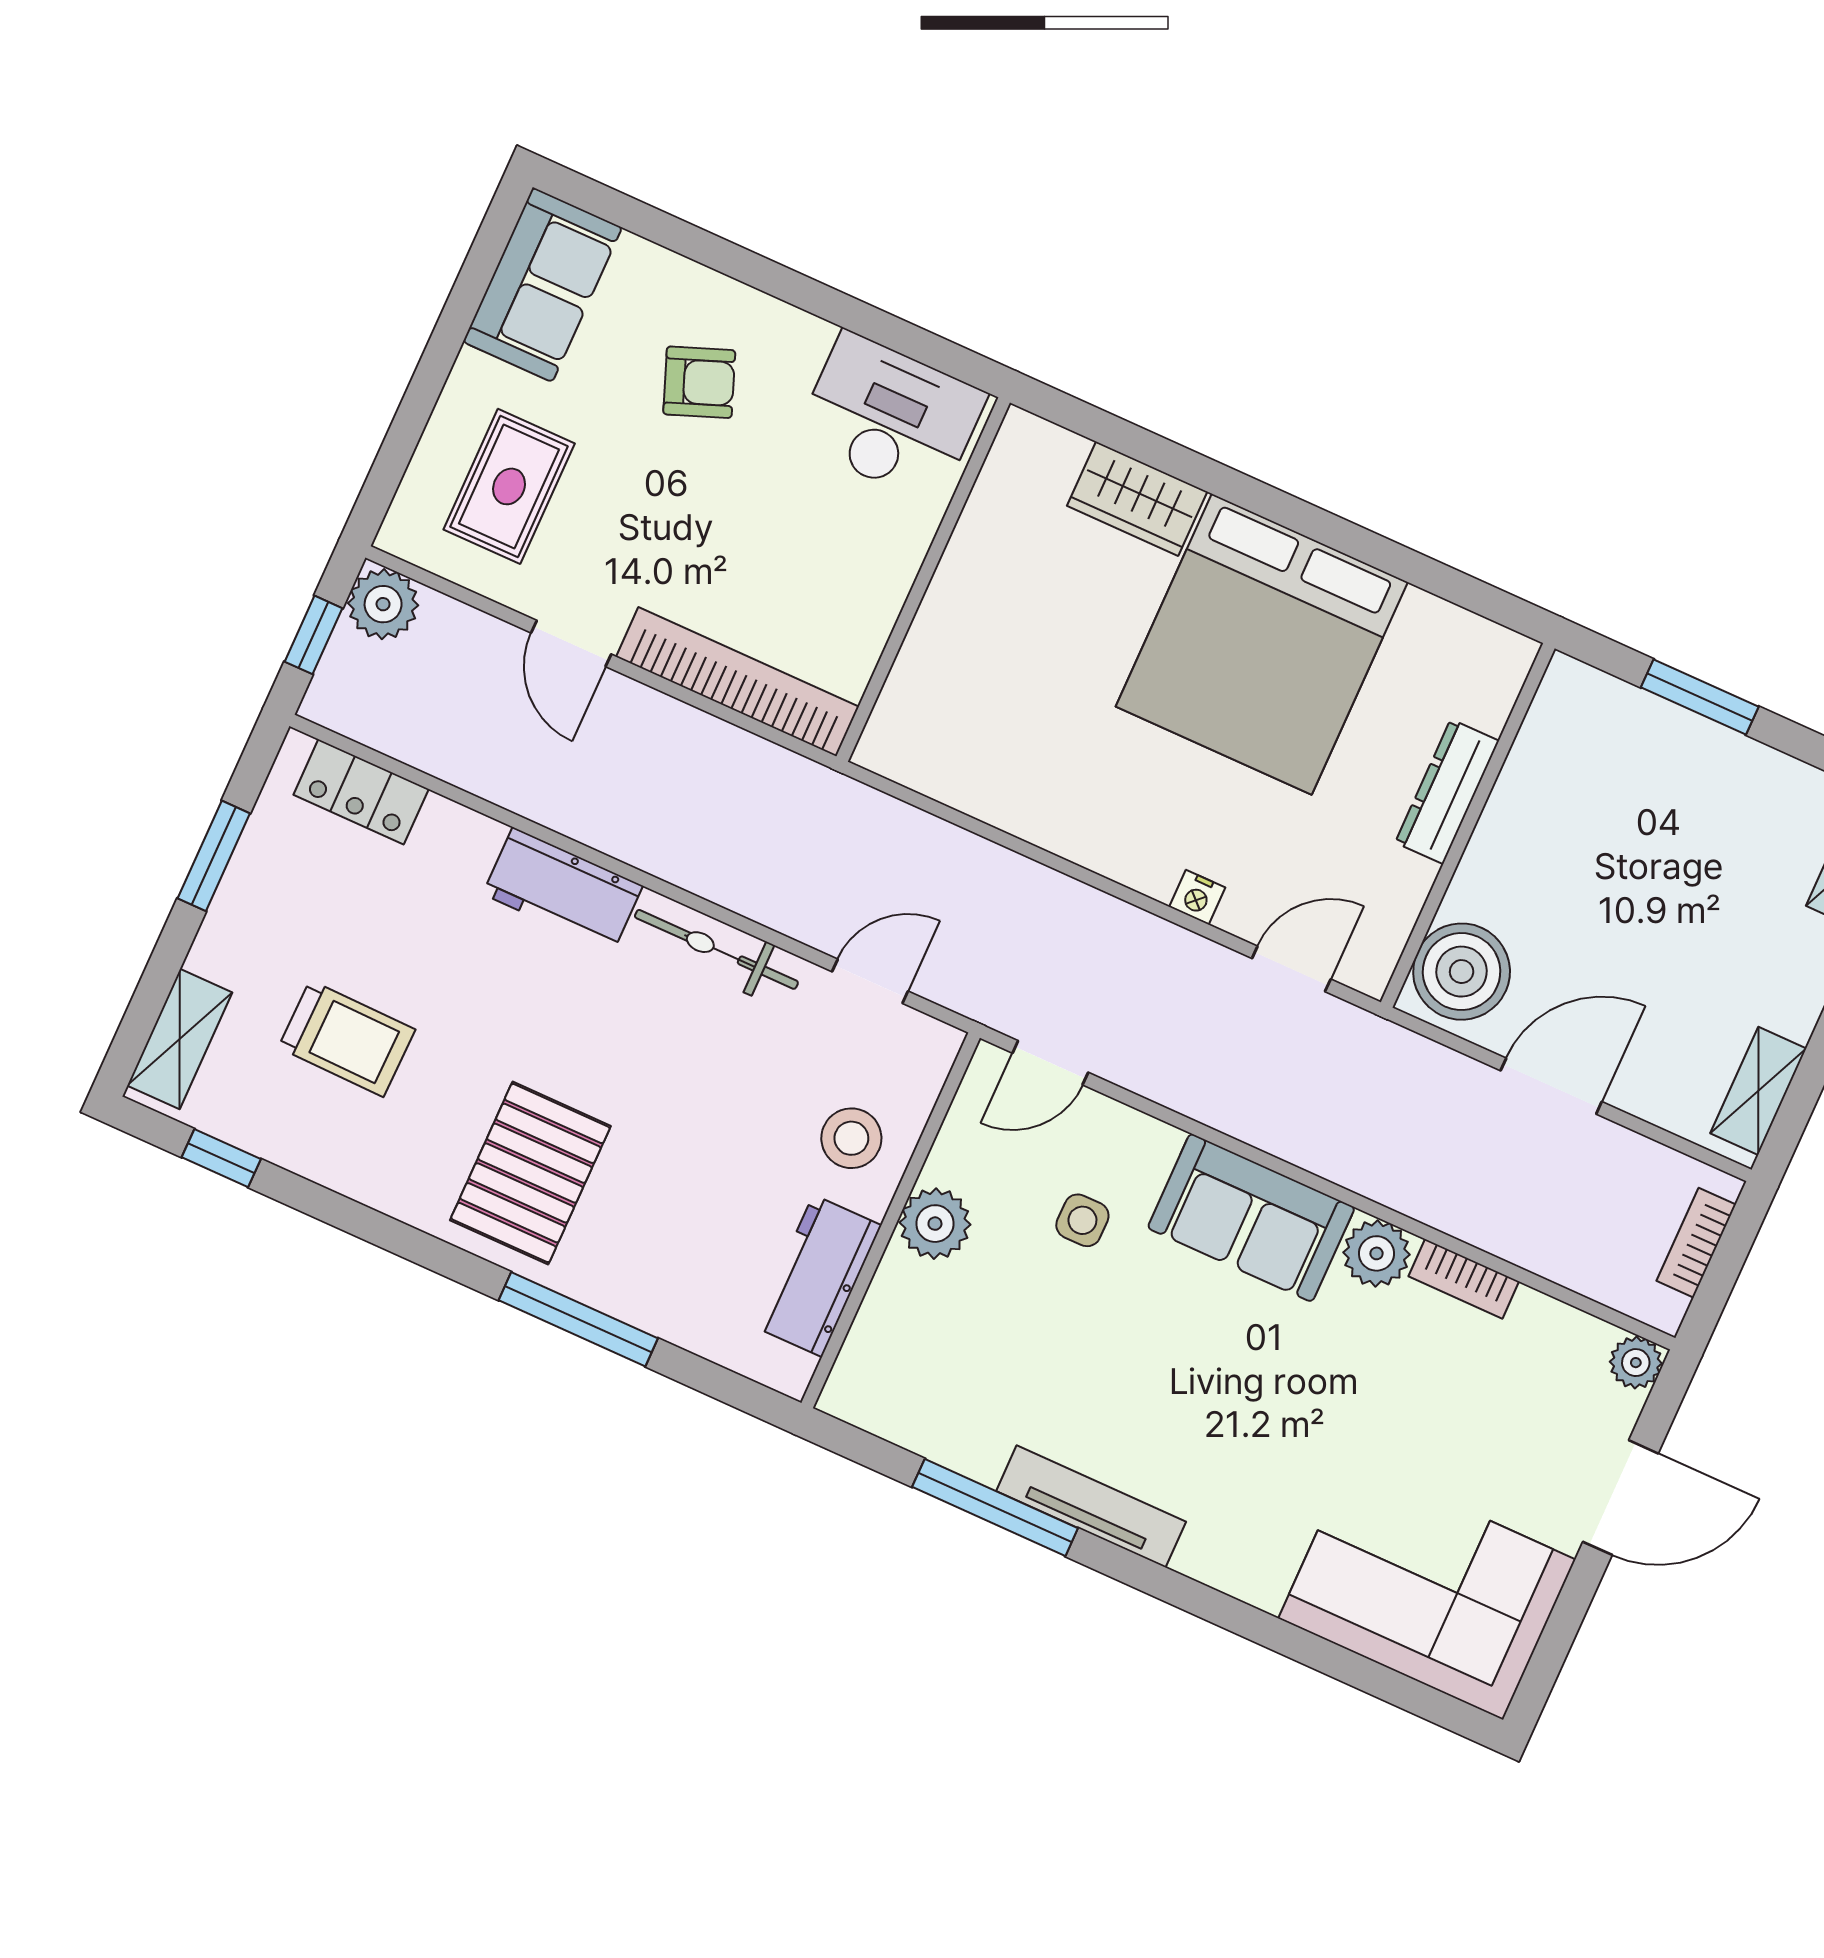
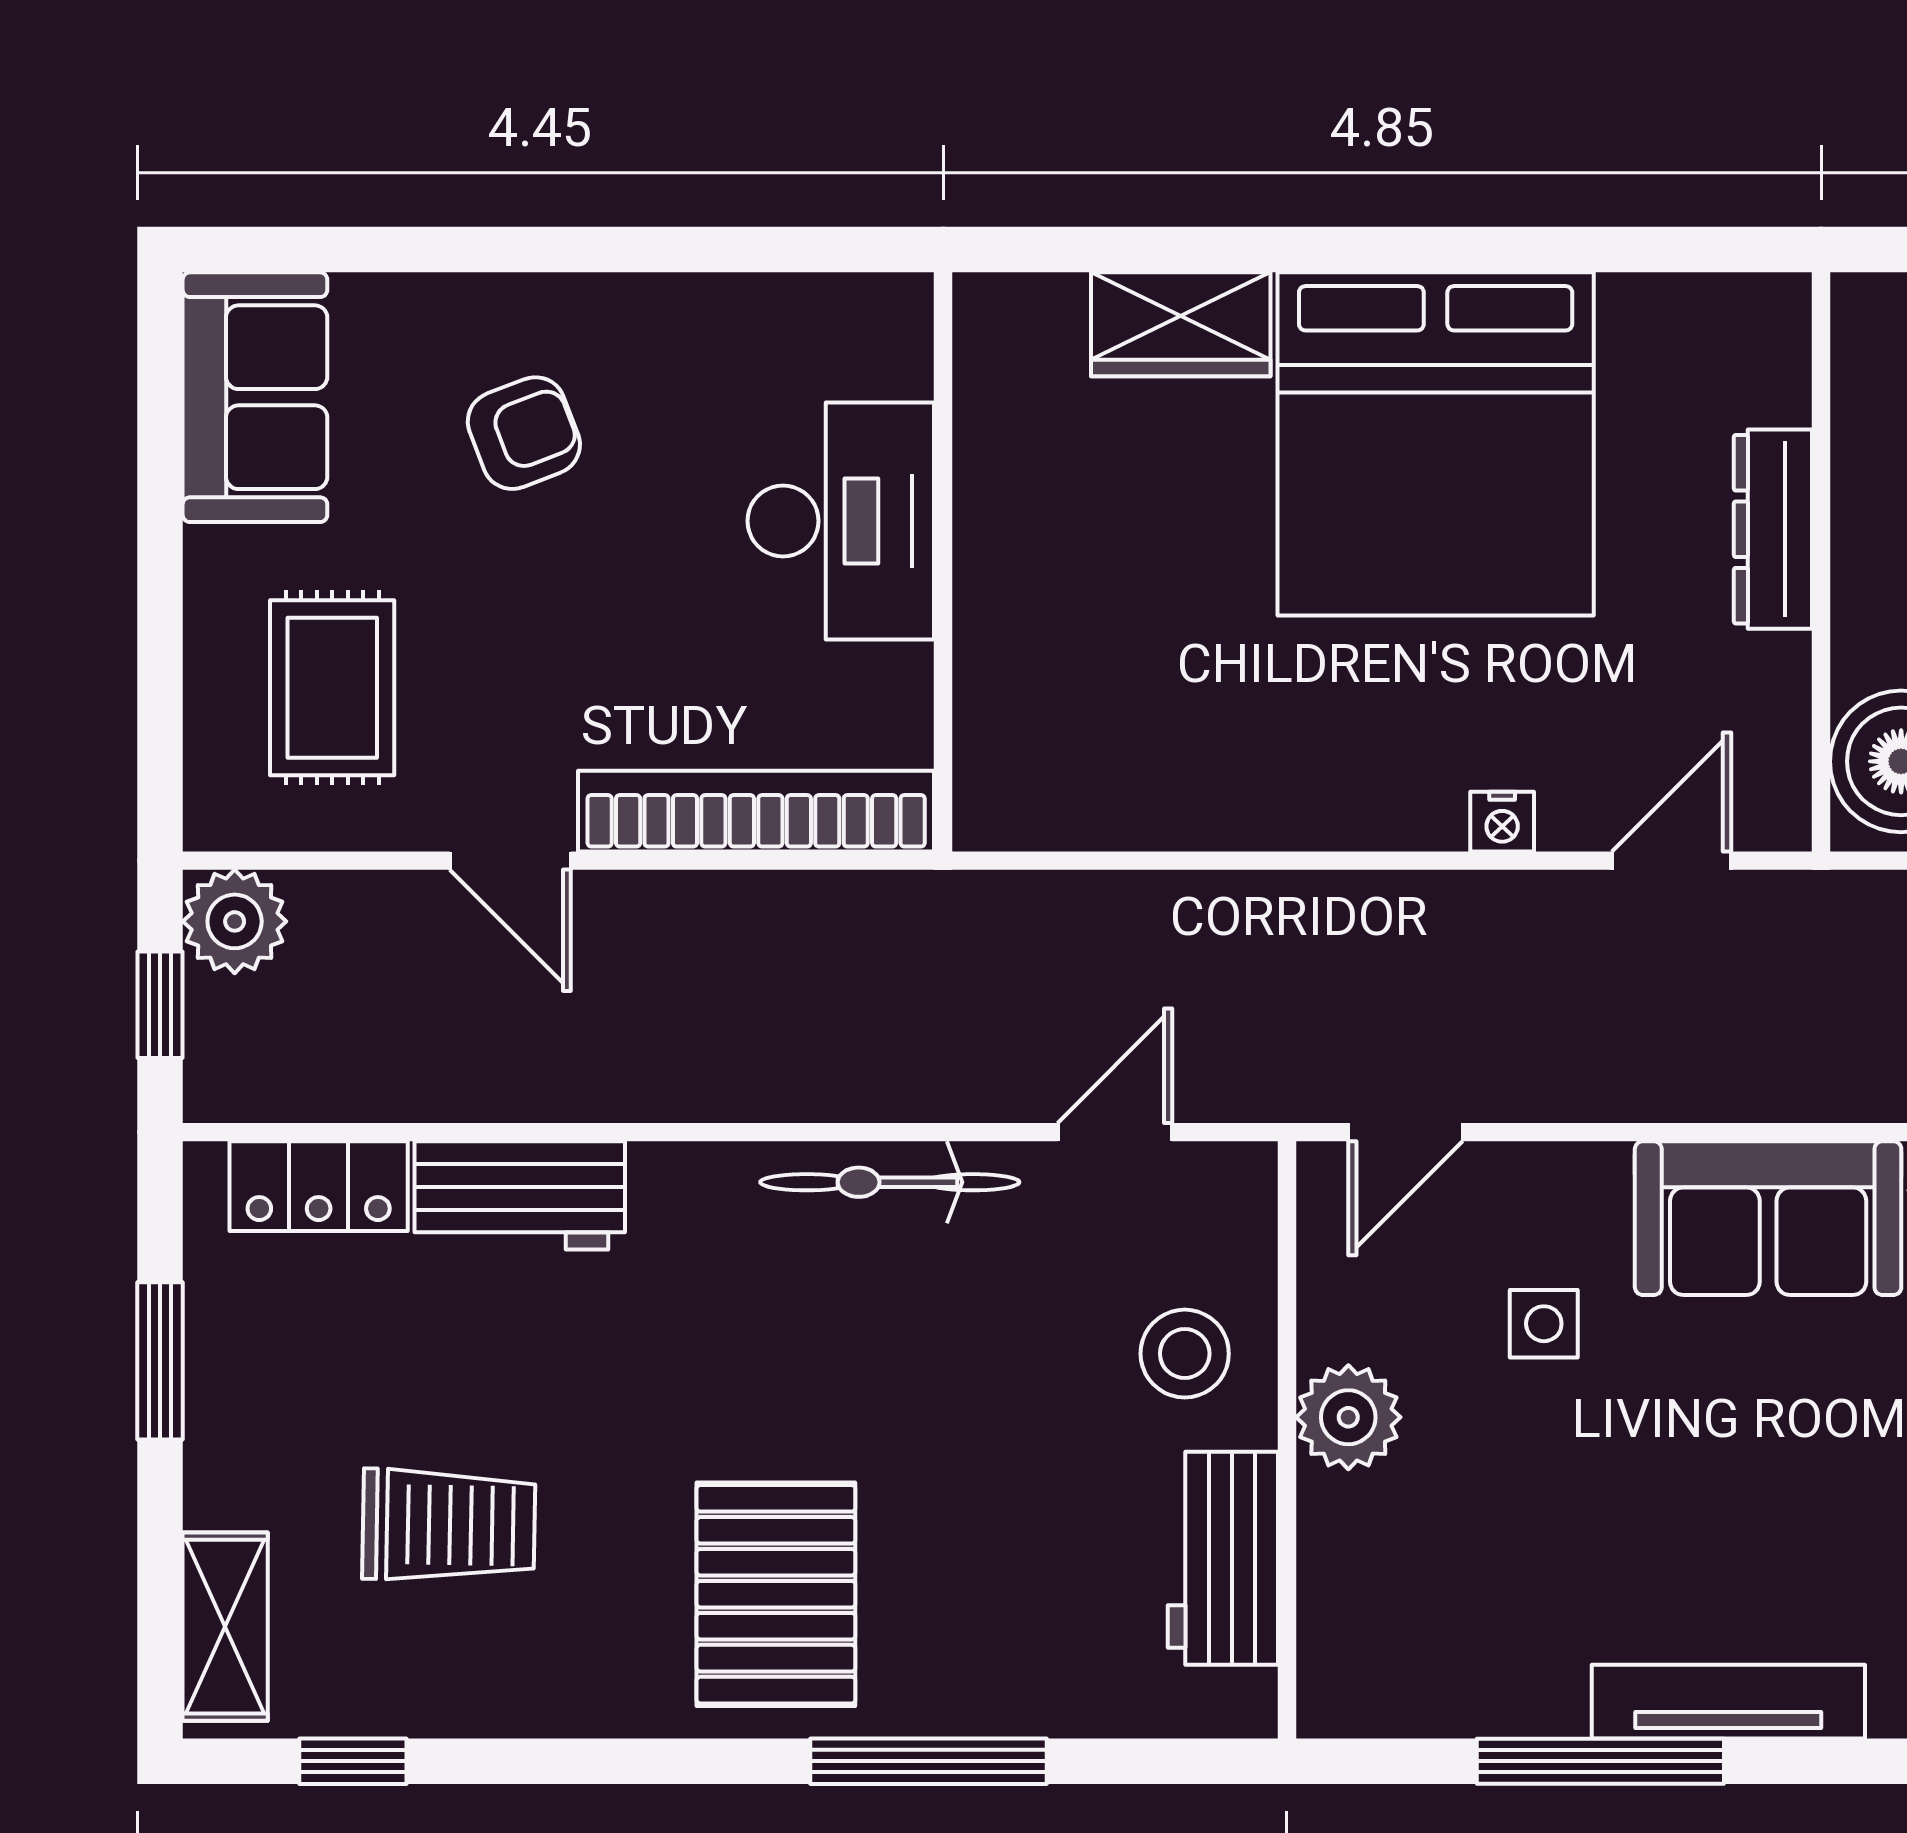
desk: (890, 418) -> (841, 521), moved, turned 90
workbench: (563, 890) -> (520, 1195), moved

